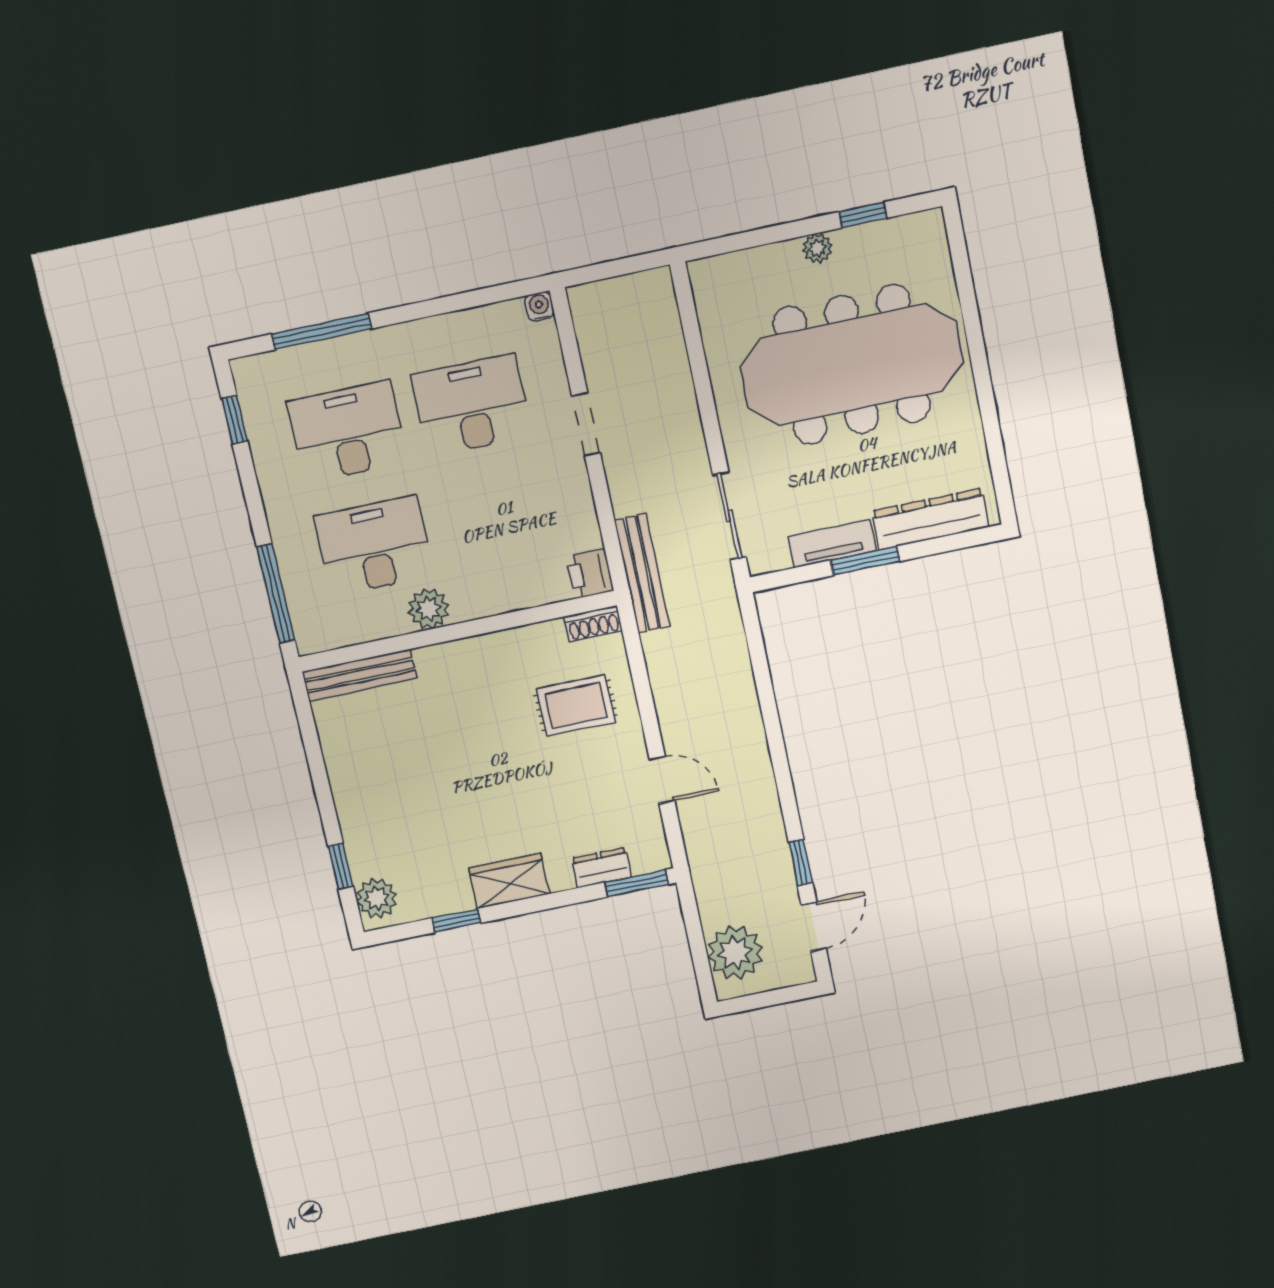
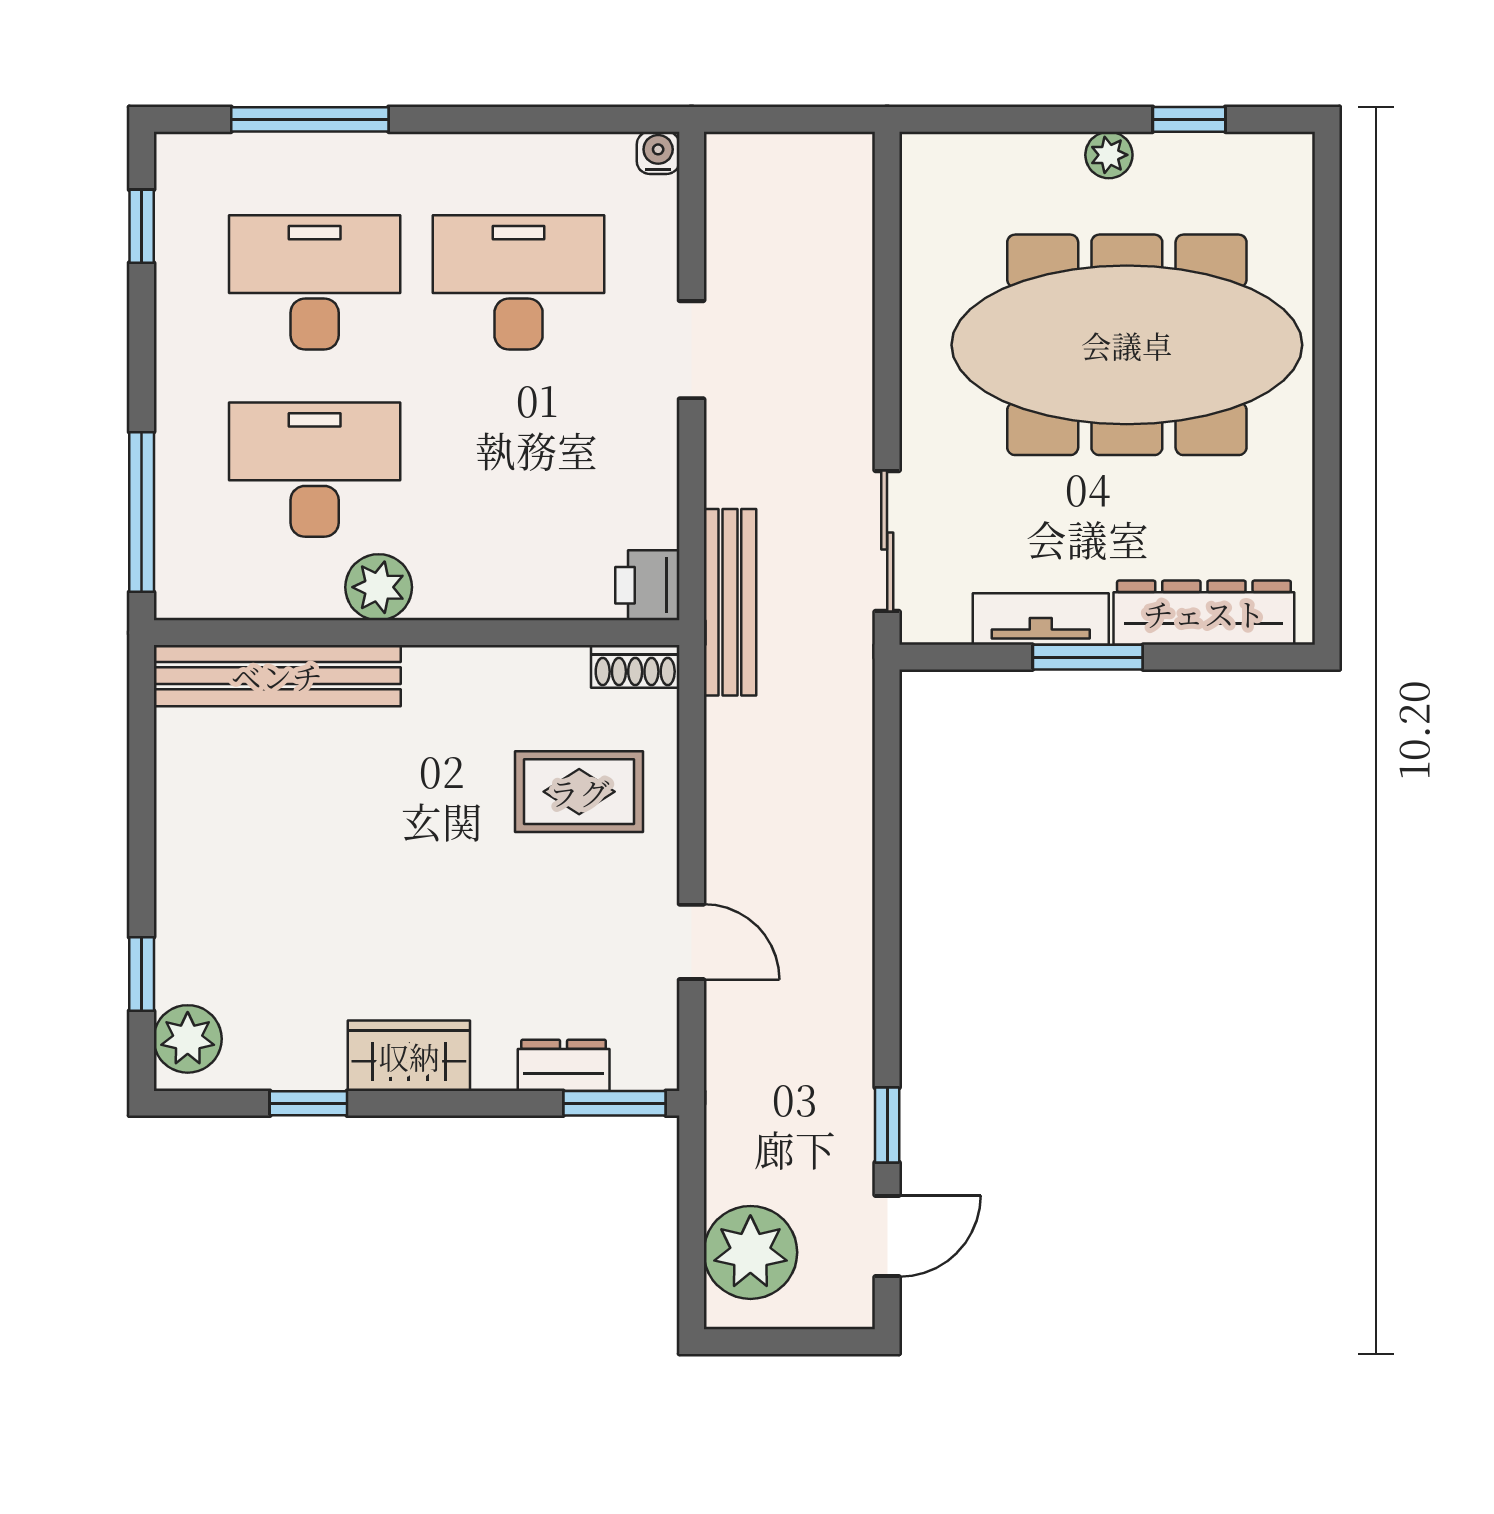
bench: (359, 675) -> (277, 676), width x1.37, depth x1.21

